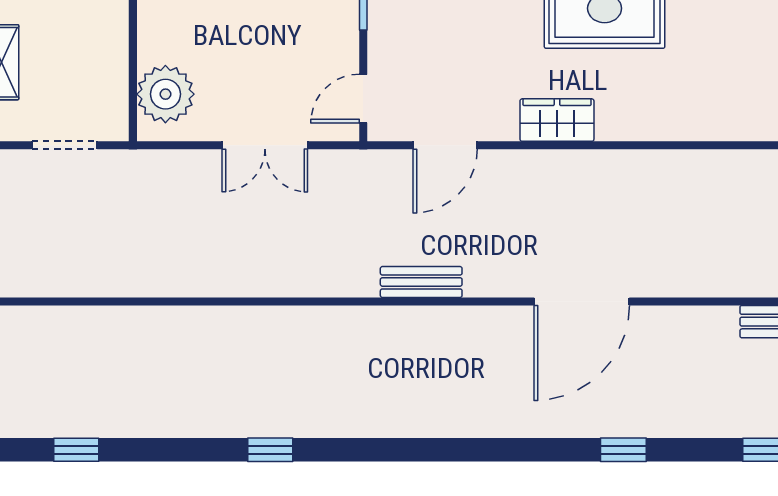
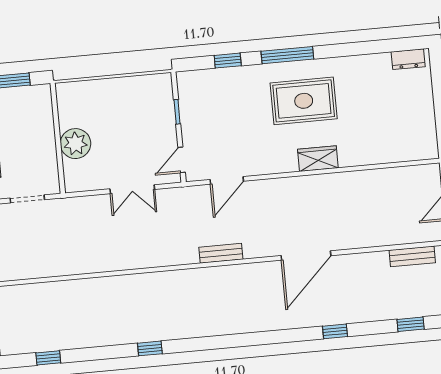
plant: (165, 94) -> (75, 144), moved
wardrobe: (557, 120) -> (318, 159), moved

